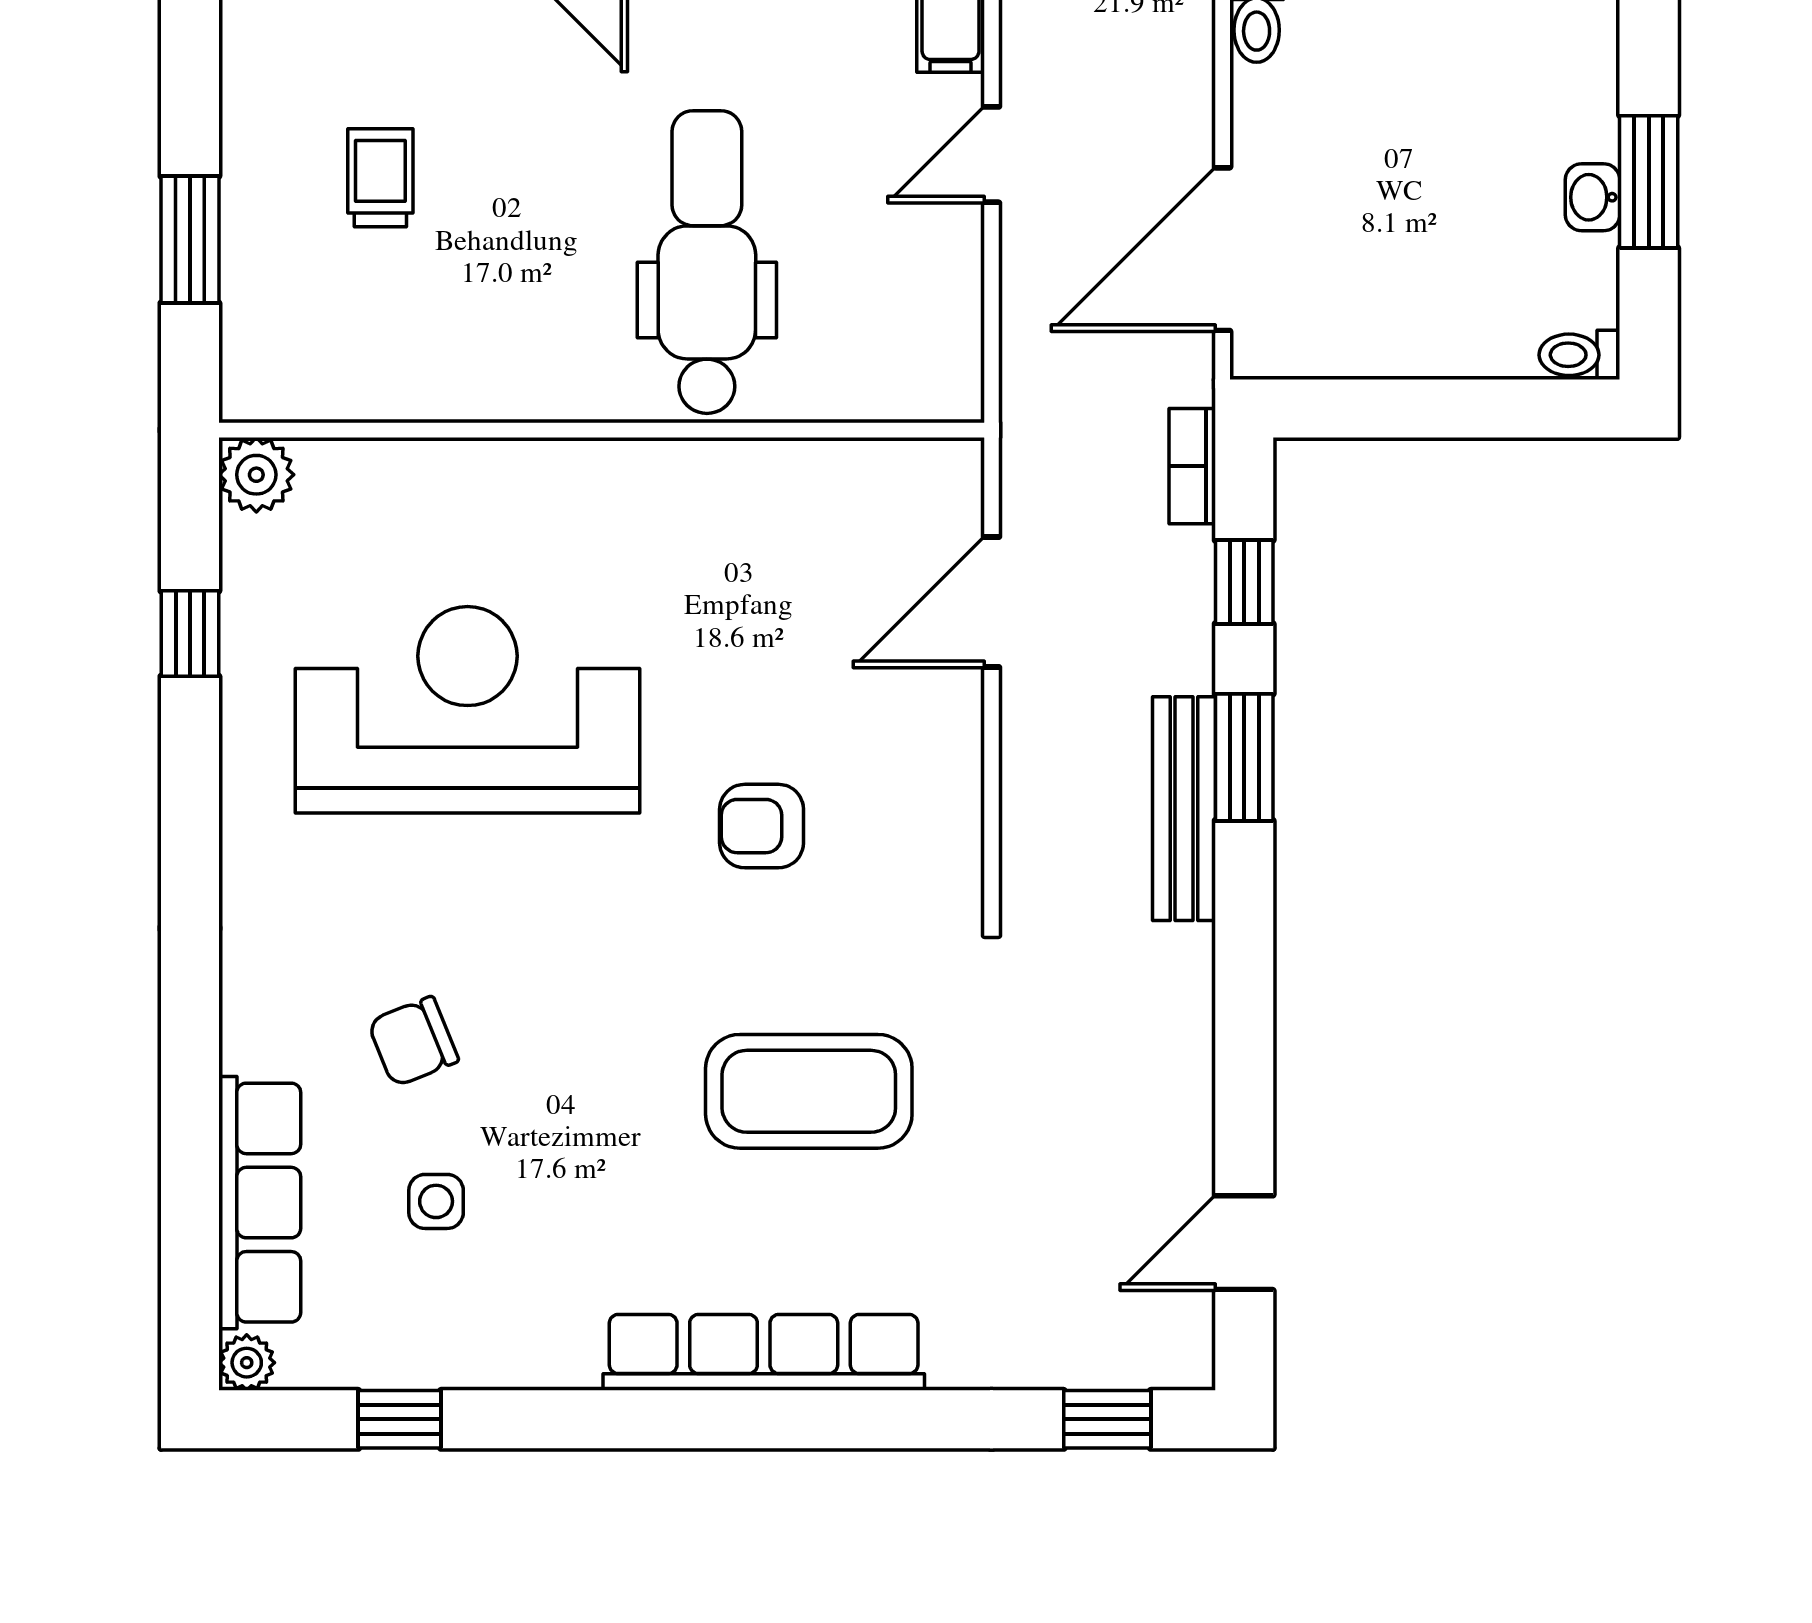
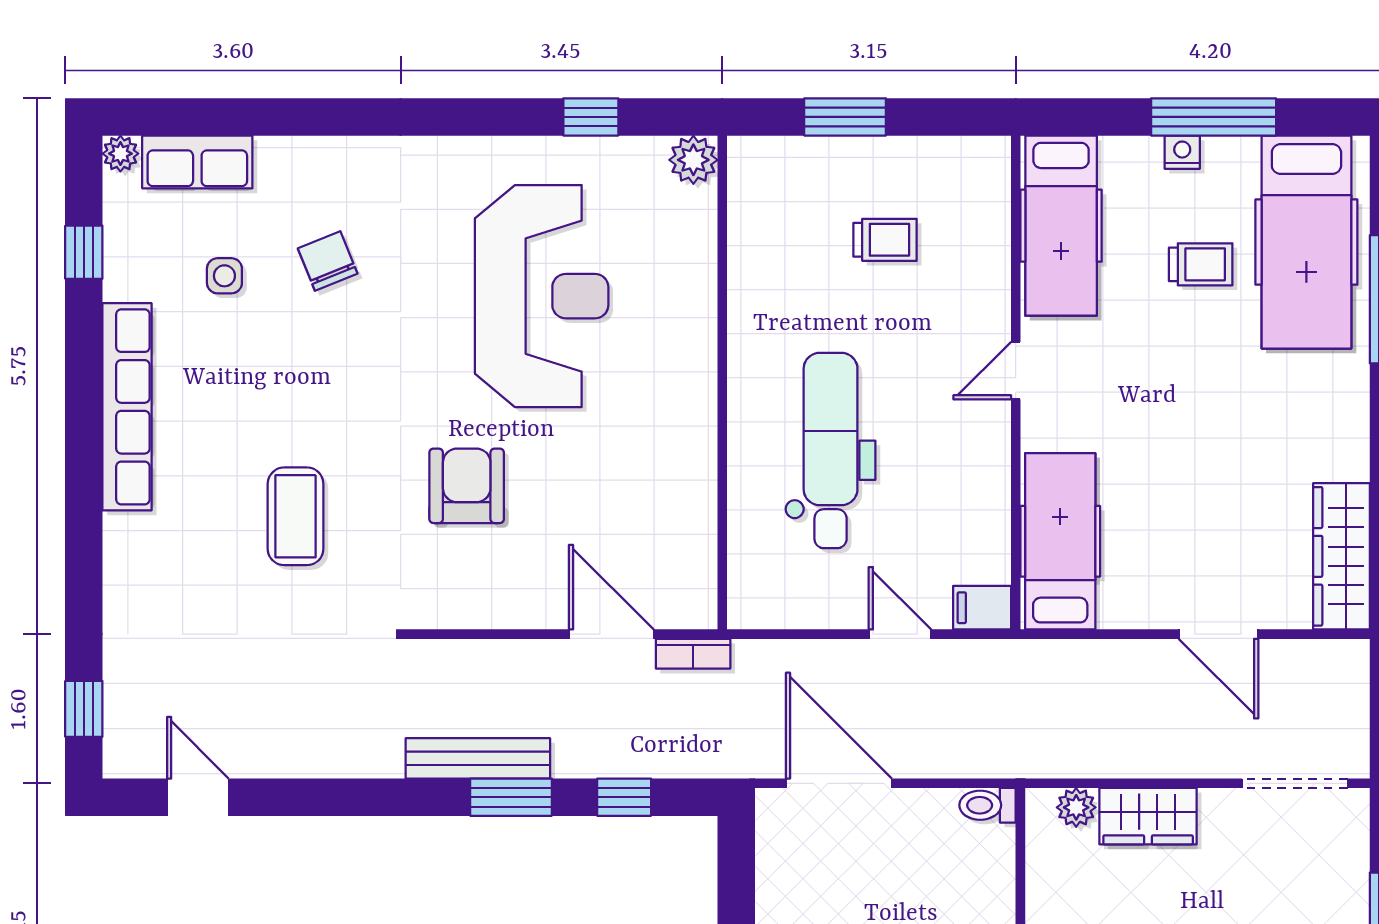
dental chair: (707, 262) -> (831, 451), turned -90
bookcase: (1192, 466) -> (693, 654), moved, turned 180
armchair: (762, 826) -> (467, 486), width x1.38, depth x1.38
coffee table: (809, 1091) -> (296, 516), width x0.73, depth x0.76
row of seats: (260, 1203) -> (197, 162), width x0.68
row of seats: (764, 1352) -> (127, 407), moved

